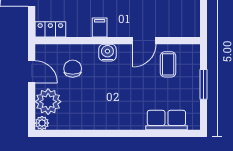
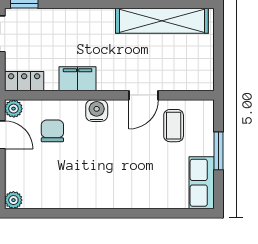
filing cabinet: (100, 28) -> (78, 79), width x2.00
plant: (48, 102) -> (14, 109), moved, width x0.53, depth x0.53
row of seats: (166, 120) -> (202, 183), moved, turned -90

